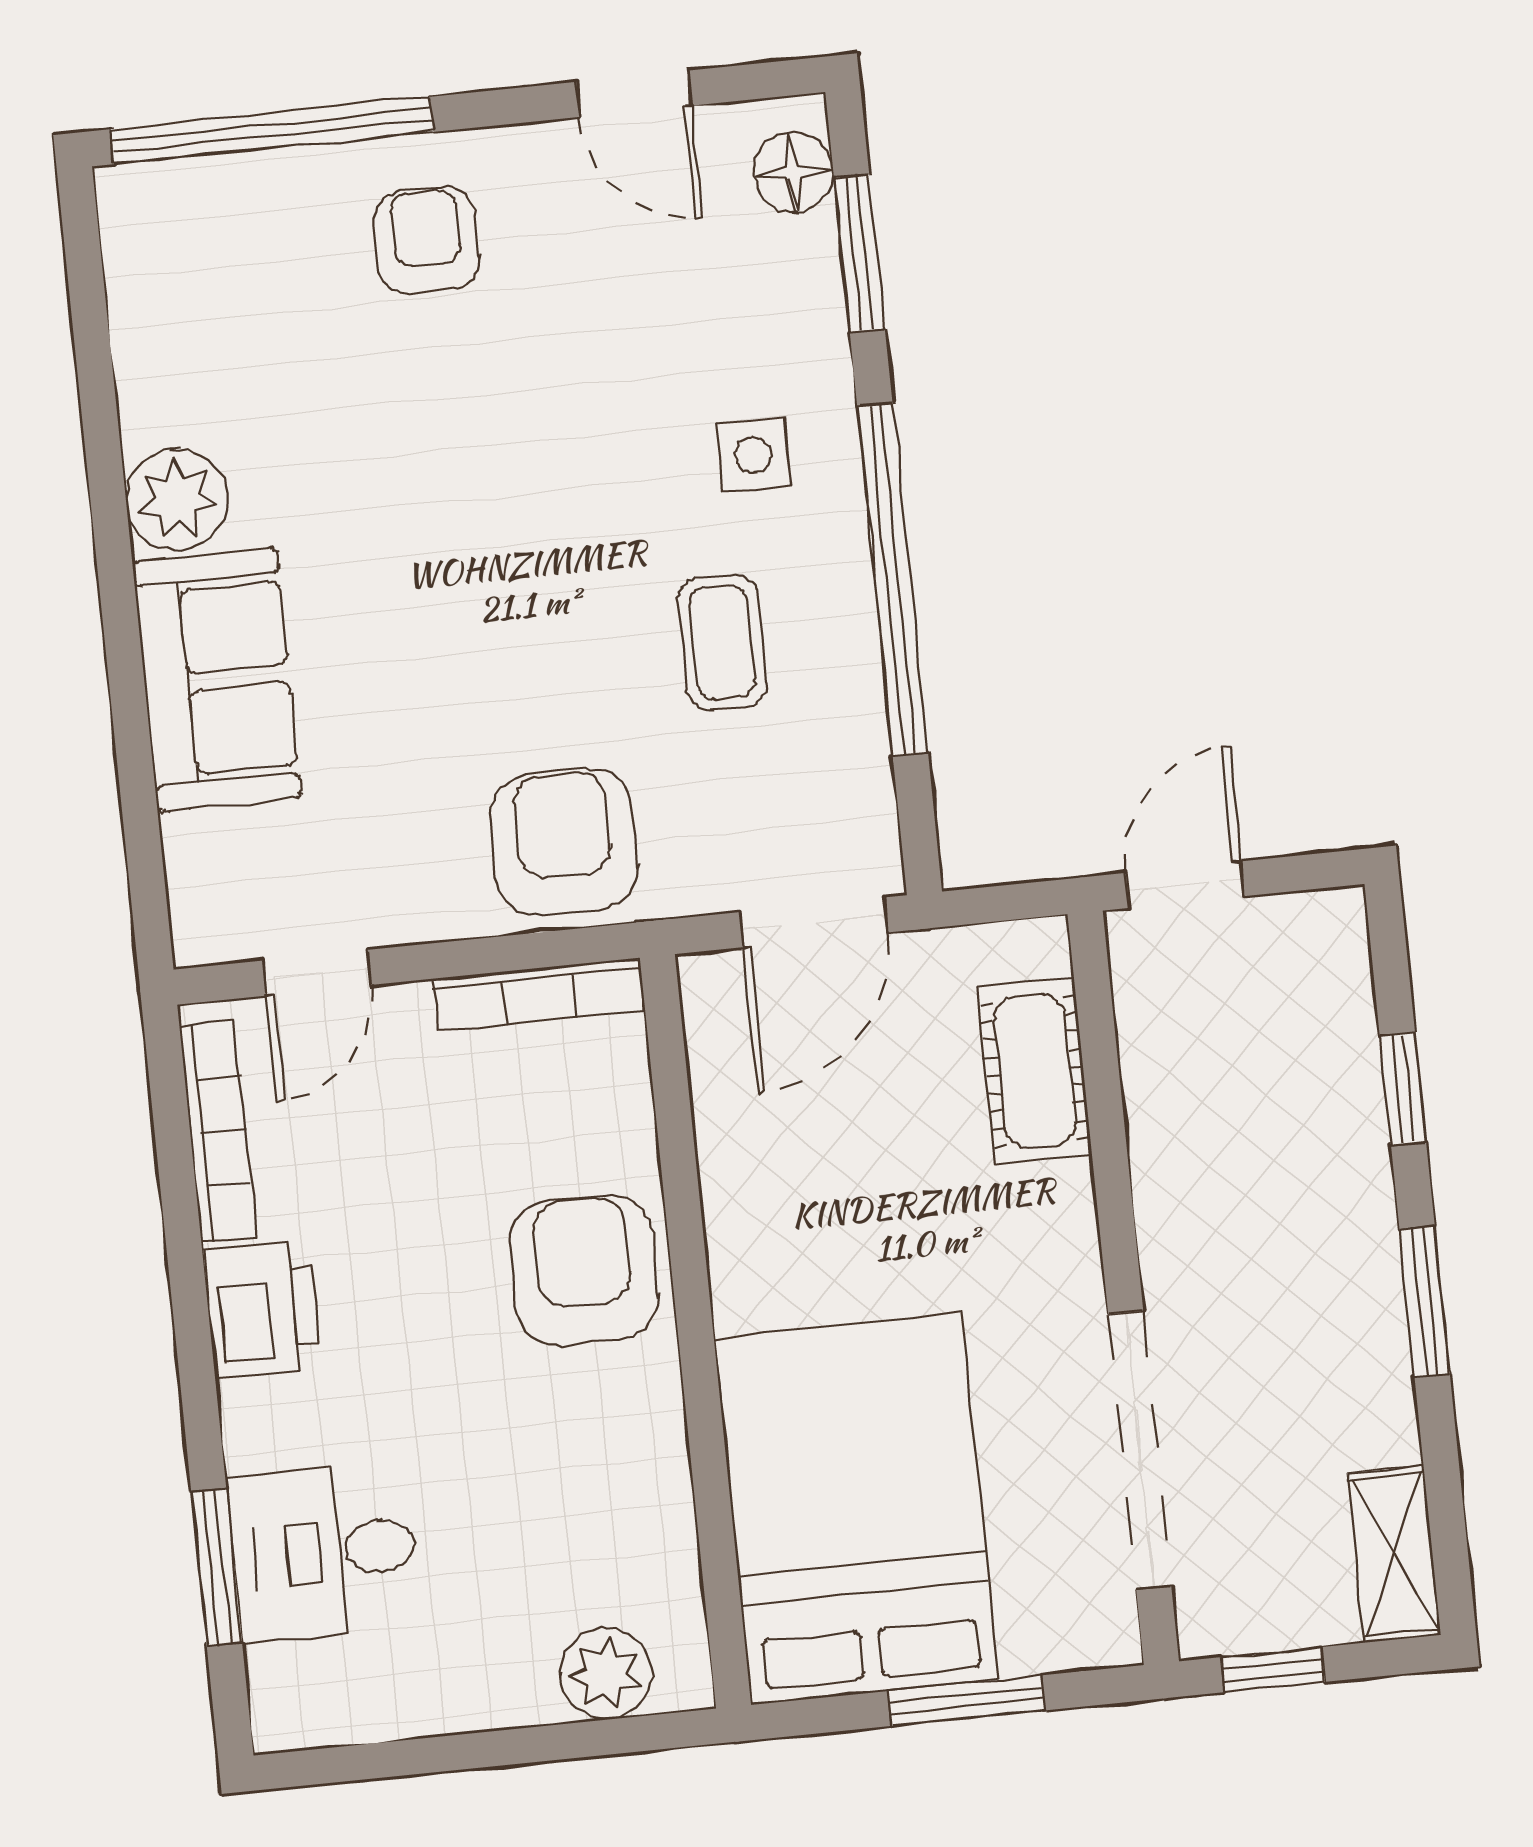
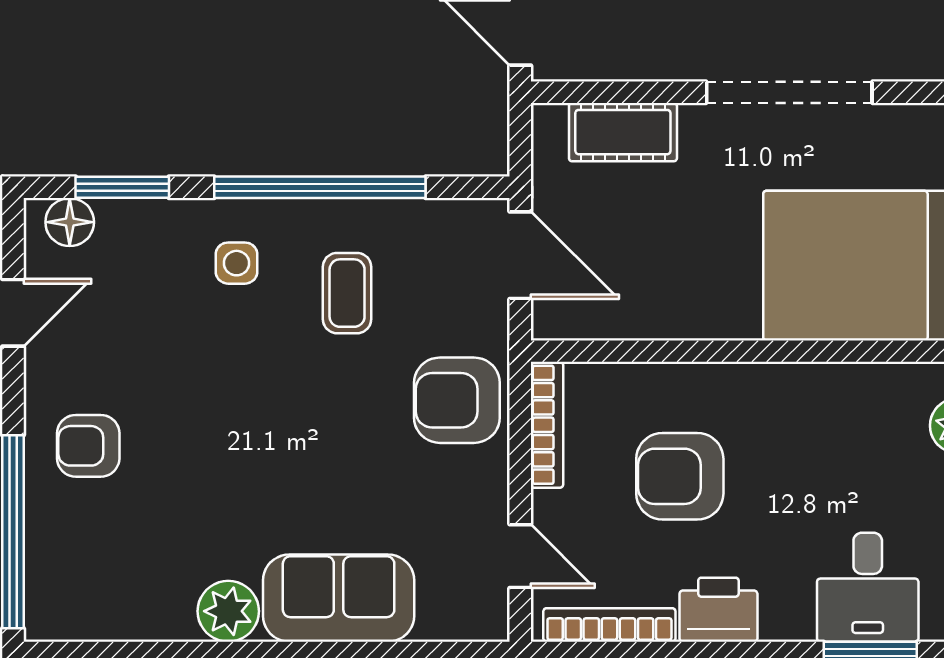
coffee table: (722, 642) -> (347, 293), turned 90
armchair: (584, 1270) -> (680, 476), moved
doorway: (1140, 1450) -> (789, 92), moved

